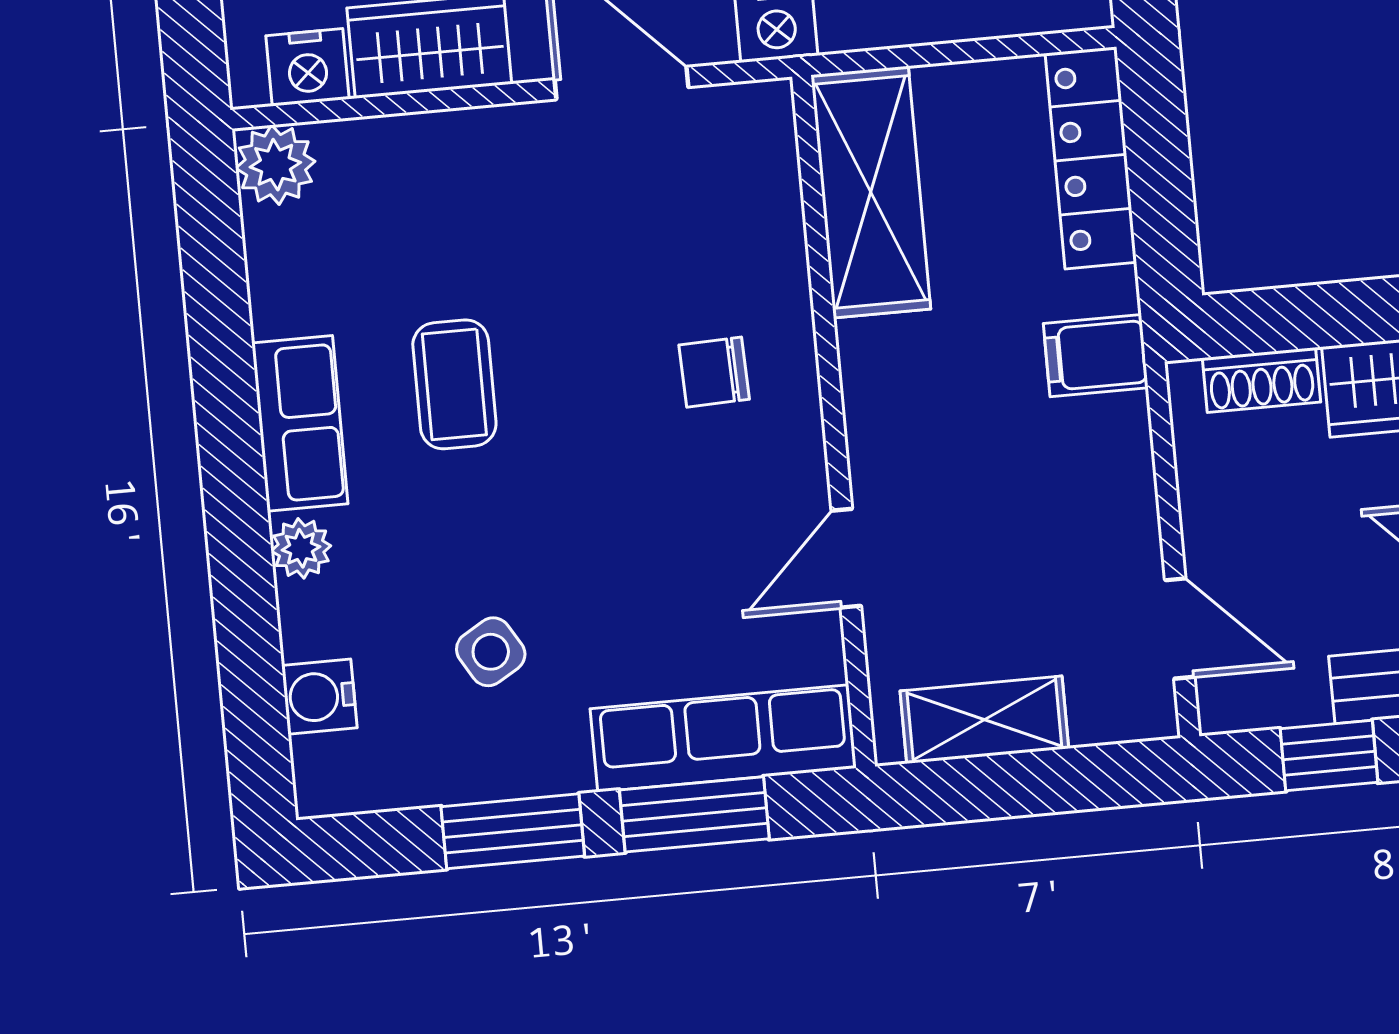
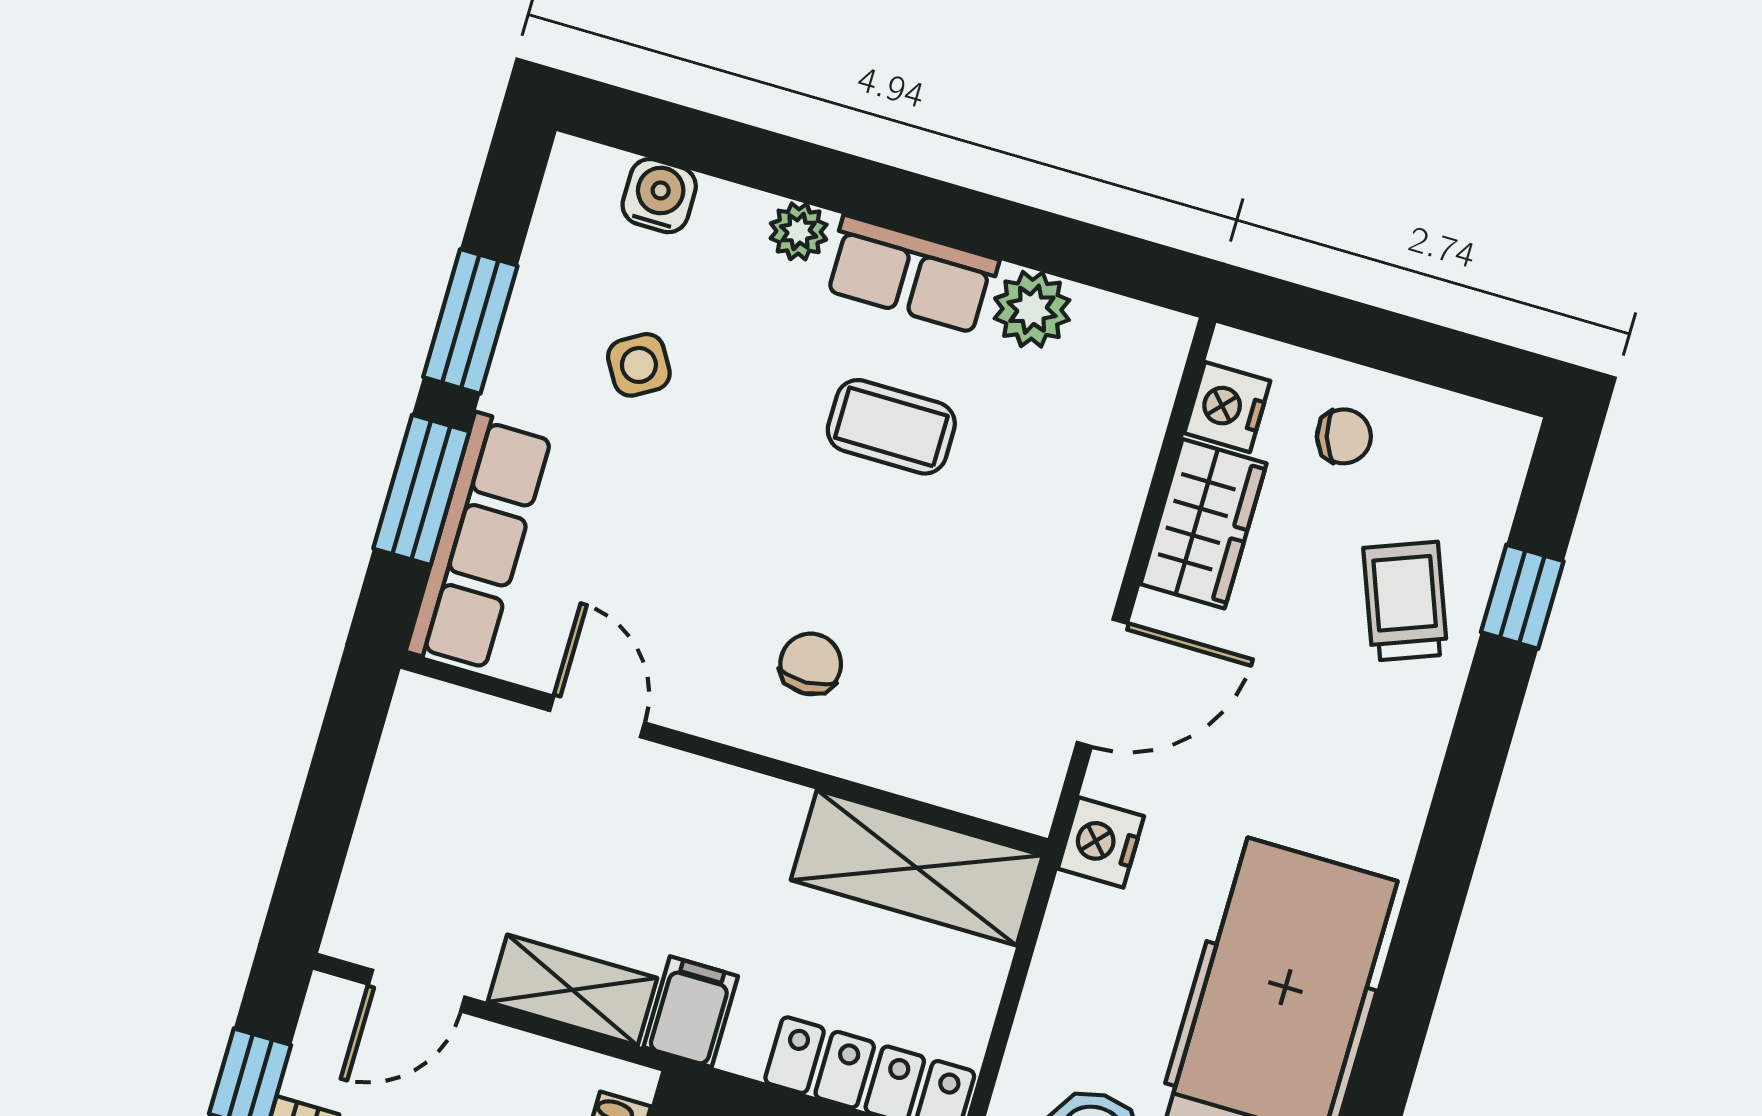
plant: (275, 165) -> (1032, 309), moved
shelving: (984, 720) -> (572, 990), moved, turned 90

